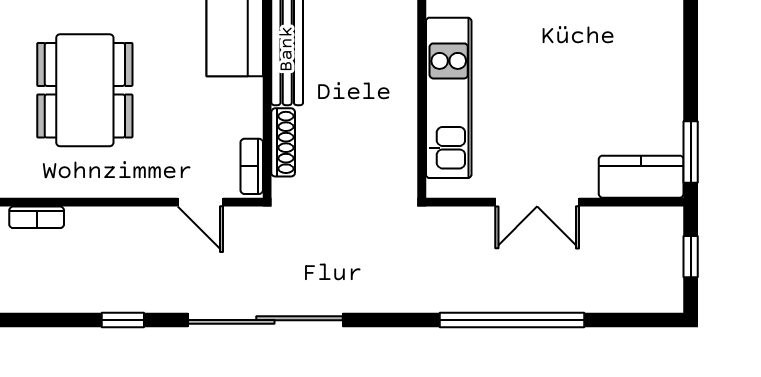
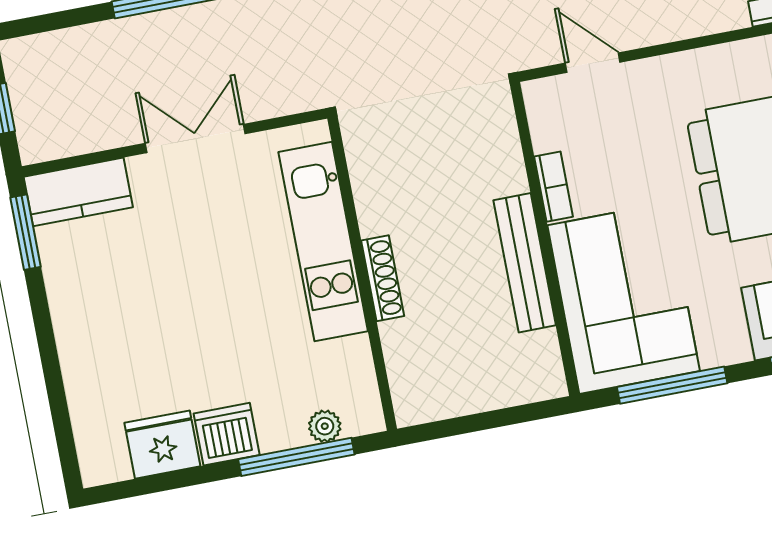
shoe rack: (283, 142) -> (383, 278), moved, turned 180
bookcase: (252, 166) -> (553, 187), moved

